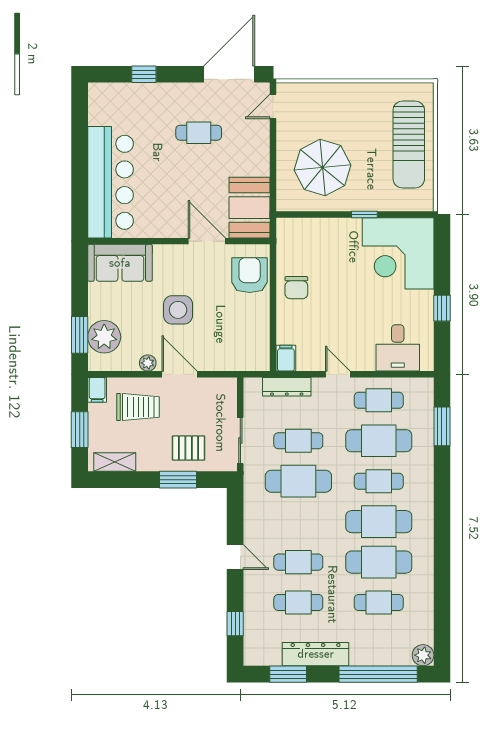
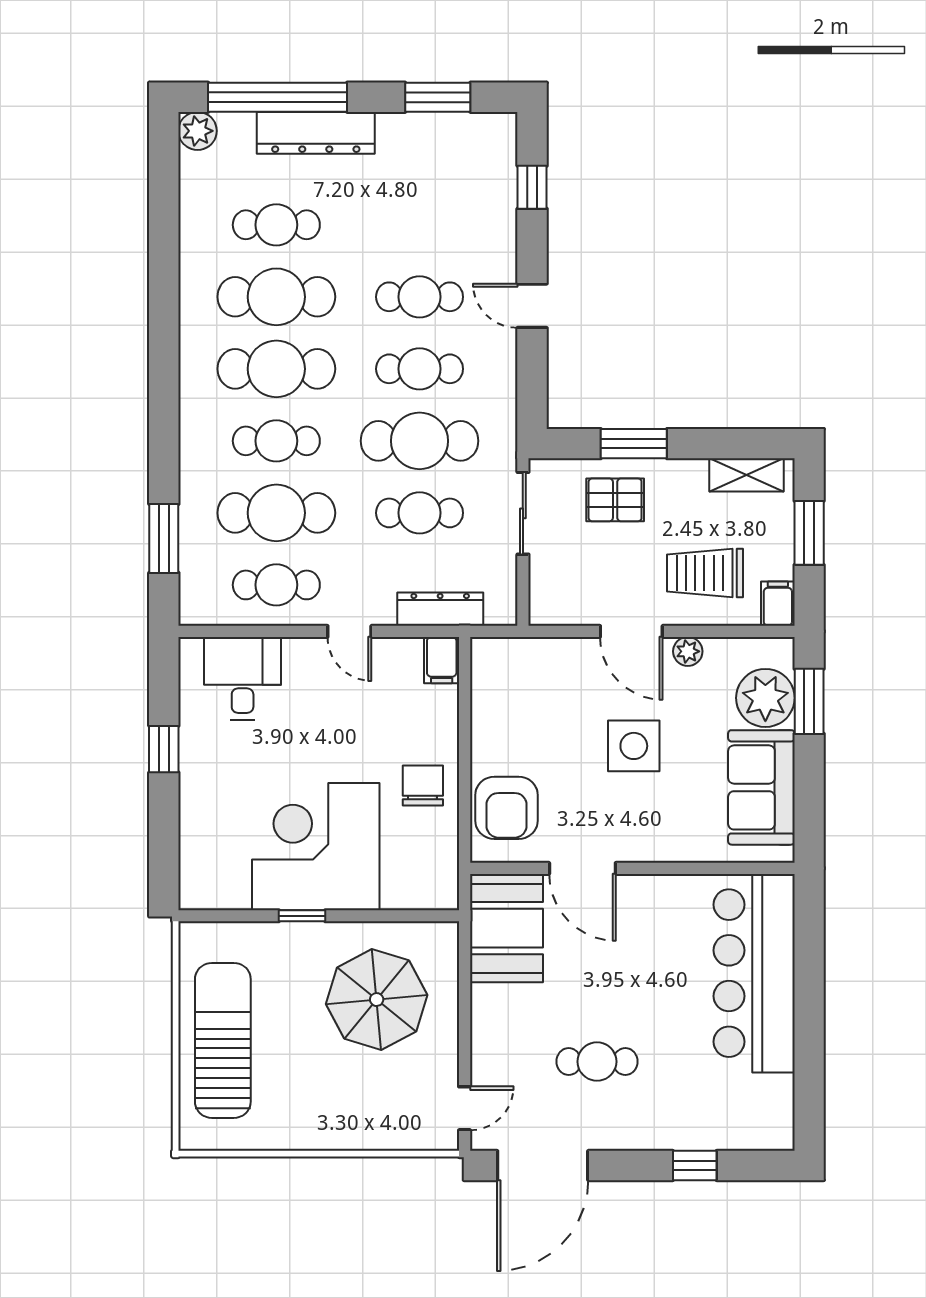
corner desk: (398, 253) -> (316, 847), moved, turned -90
sofa: (120, 263) -> (761, 787), moved, turned -90
cafe table: (298, 603) -> (420, 369), moved
dresser: (316, 654) -> (316, 133), moved

